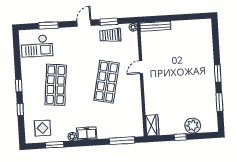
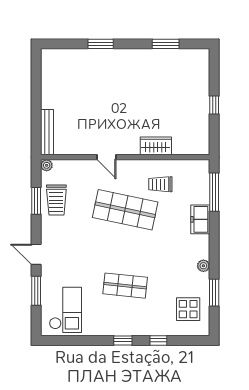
door: (84, 23) -> (36, 254), moved
window: (218, 73) -> (101, 44), moved
shop shelf: (56, 85) -> (125, 286), width x0.70, depth x0.74
trolley: (125, 104) -> (160, 184), added
wardrobe: (152, 125) -> (156, 146), moved
plant: (193, 126) -> (198, 86), removed
freezer: (87, 133) -> (200, 219), moved

